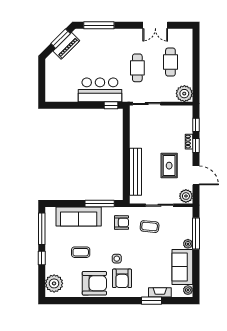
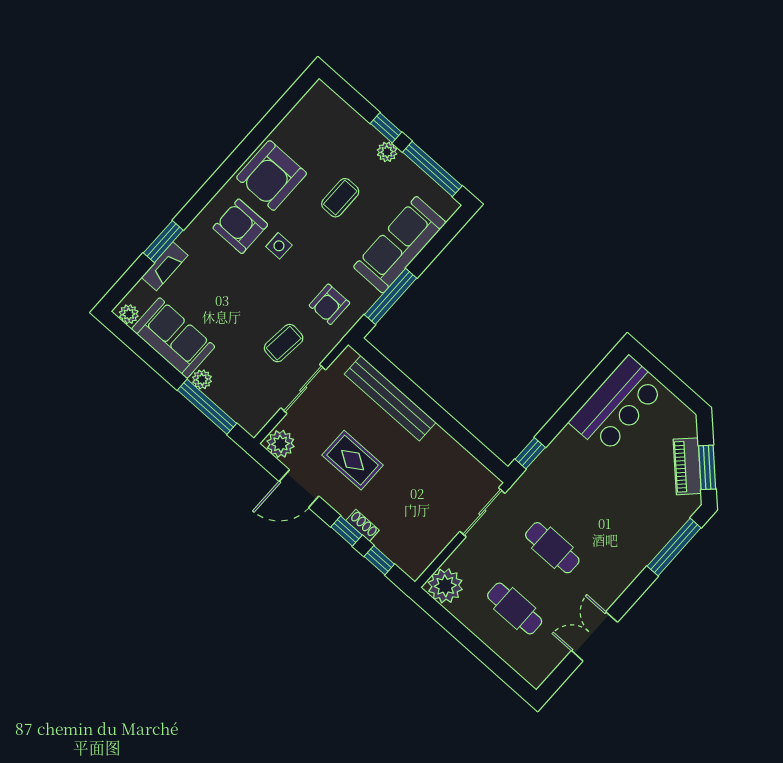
bar counter: (100, 90) -> (617, 405), moved
plant: (54, 283) -> (387, 152), moved, width x0.53, depth x0.53

